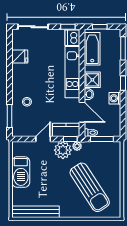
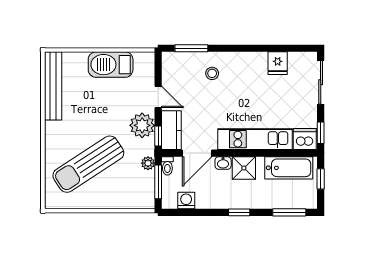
washing machine: (115, 98) -> (186, 201), moved
plant: (77, 146) -> (148, 163), moved

